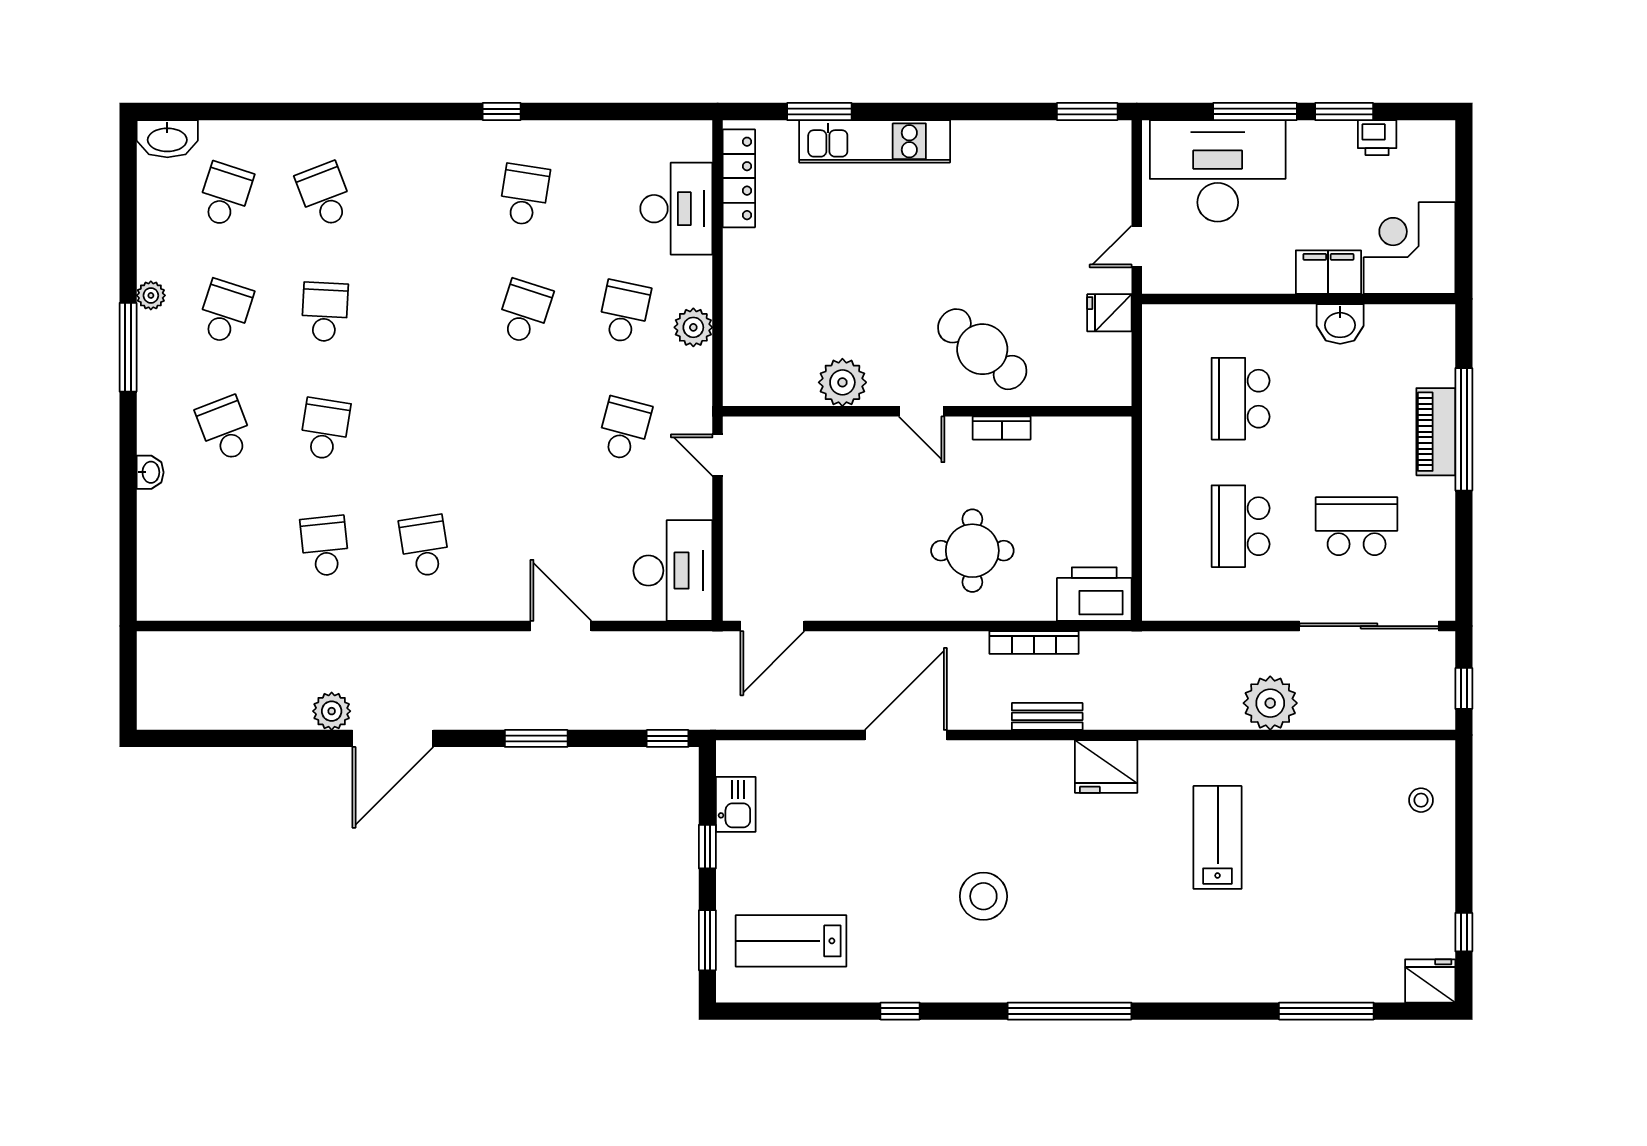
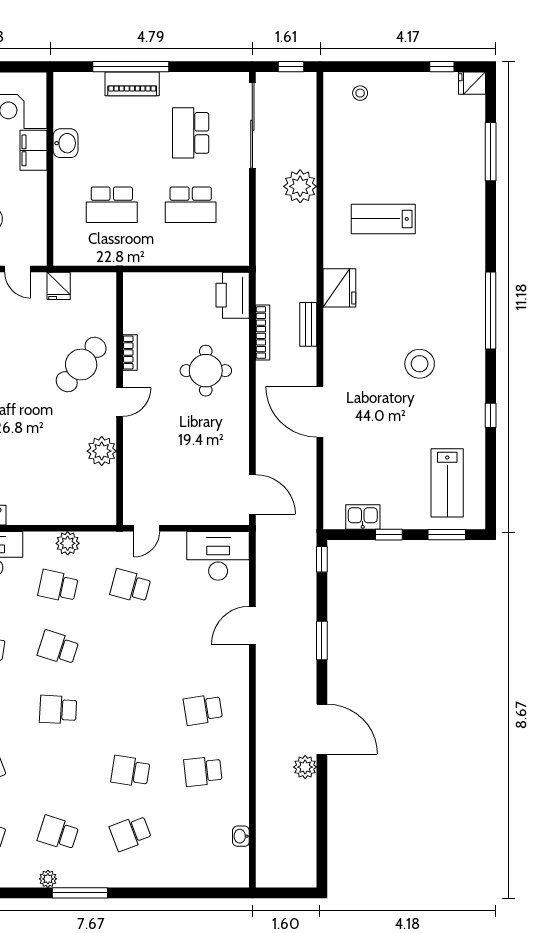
school desk: (325, 312) -> (58, 710), moved
washbasin: (150, 472) -> (241, 836), moved, turned -90
fridge: (1430, 981) -> (472, 83), width x0.72

